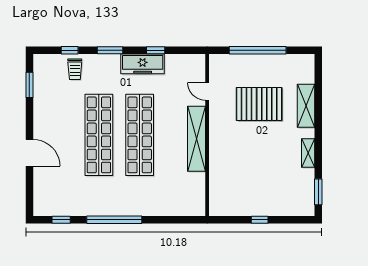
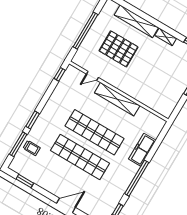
window: (70, 50) -> (18, 144), width x2.17
window: (156, 50) -> (60, 74), moved
freezer: (143, 64) -> (142, 150), moved, turned 180
pallet: (259, 104) -> (119, 49), turned 90
shelving: (306, 106) -> (136, 21), width x1.47

